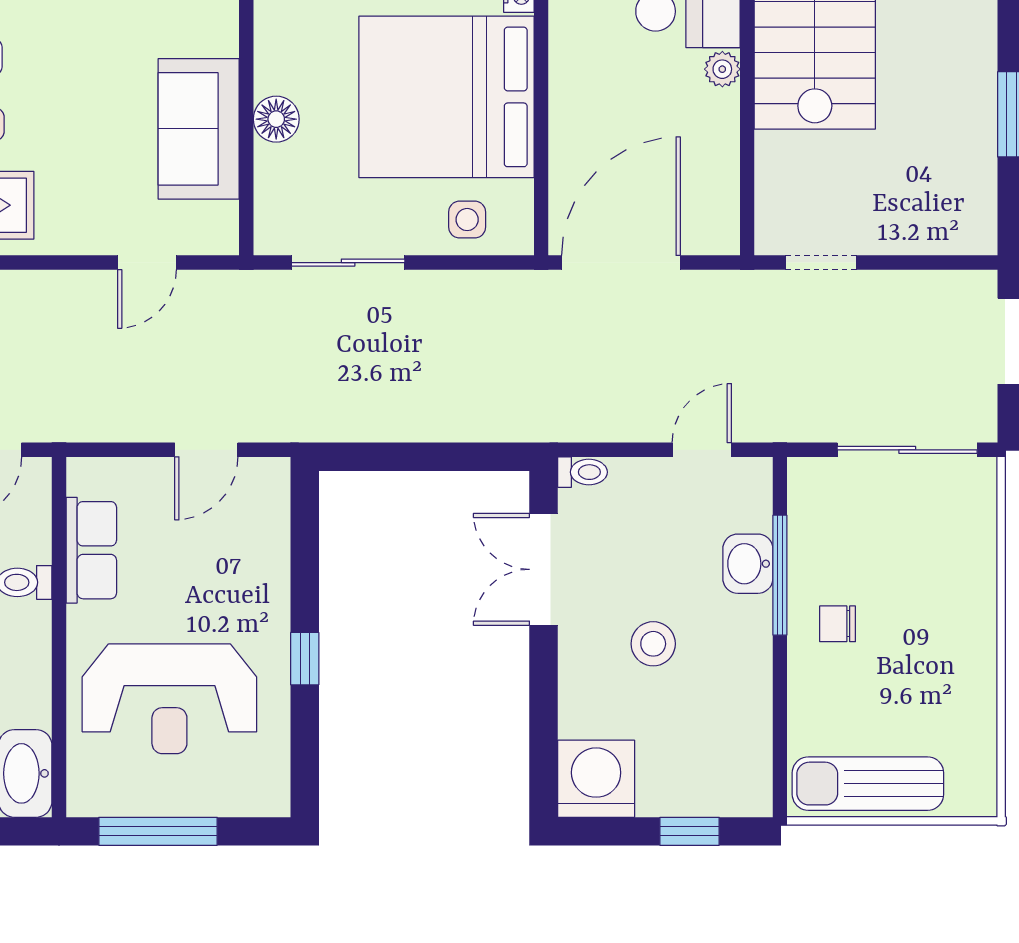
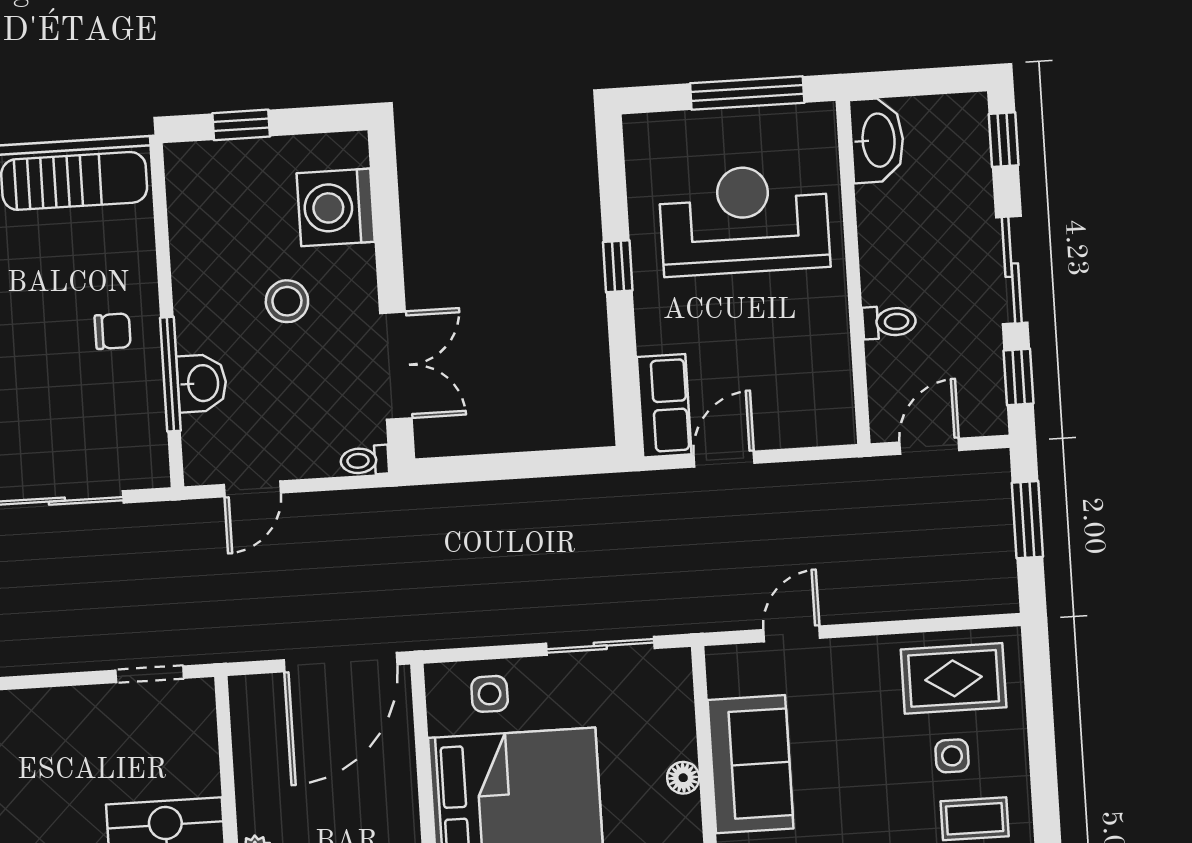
floor lamp: (276, 119) -> (683, 778), width x0.73, depth x0.73
row of seats: (91, 550) -> (664, 406), moved, turned 180
washing machine: (596, 779) -> (336, 207), moved, turned 90

